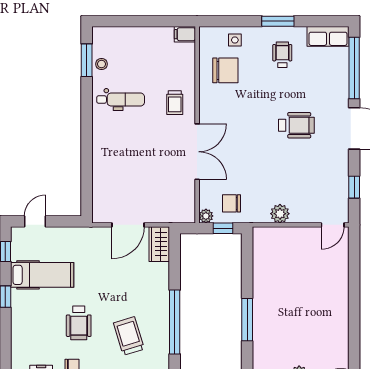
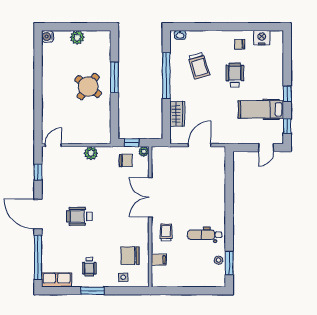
filing cabinet: (185, 34) -> (159, 260), moved
wardrobe: (159, 244) -> (177, 114), moved
round table: (284, 307) -> (88, 87), added

